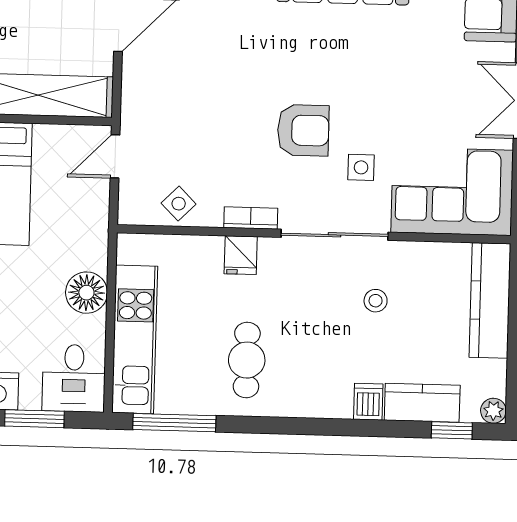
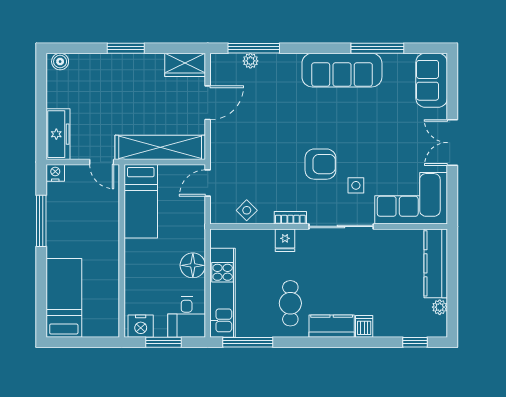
stool: (376, 301) -> (367, 265), removed
kitchen counter: (422, 403) -> (332, 326), moved
plant: (493, 411) -> (440, 307), moved

